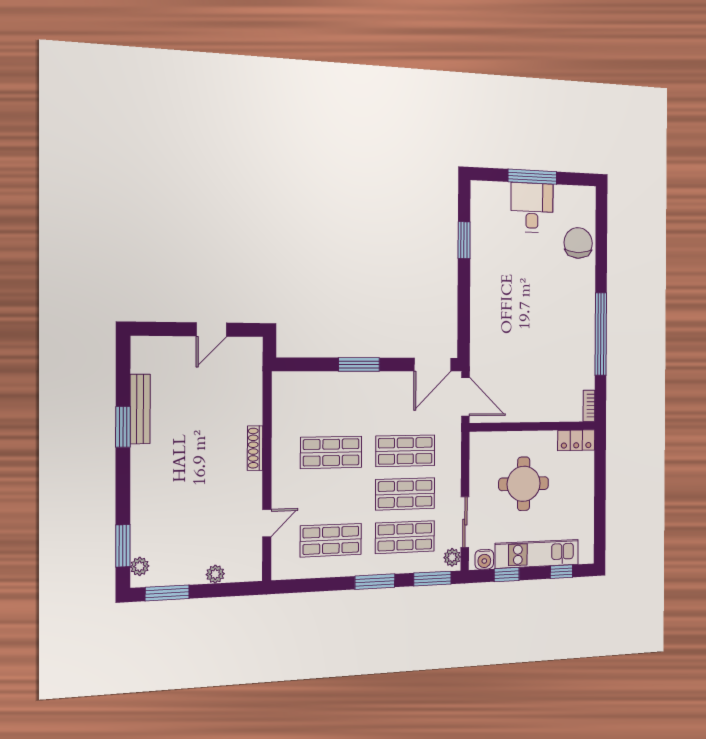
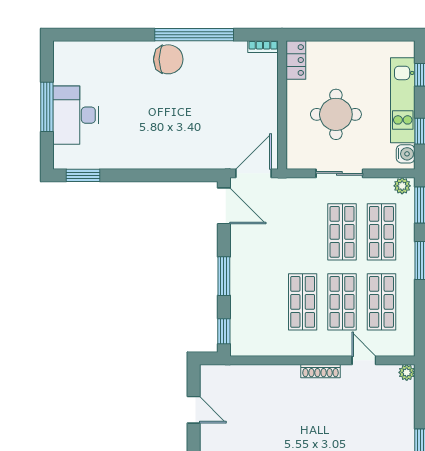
desk: (532, 208) -> (76, 115), width x1.37
window: (464, 240) -> (83, 175), moved
chair: (578, 243) -> (168, 59), moved, turned 180
window: (299, 364) -> (224, 331), added
shoe rack: (255, 448) -> (321, 371), moved
shop shelf: (405, 451) -> (342, 302), moved
sliding door: (465, 522) -> (339, 173), moved
plant: (215, 574) -> (407, 372), moved

